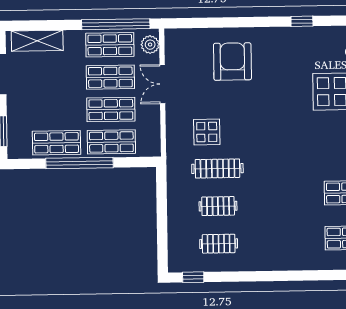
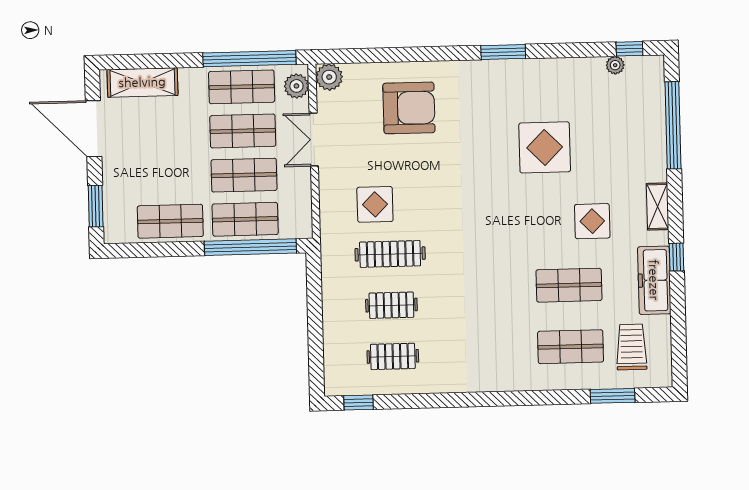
window: (302, 21) -> (503, 52), width x1.50
plant: (174, 38) -> (329, 77), added
armchair: (232, 62) -> (409, 108), turned 90
window: (79, 163) -> (250, 247), moved

